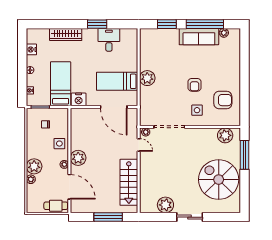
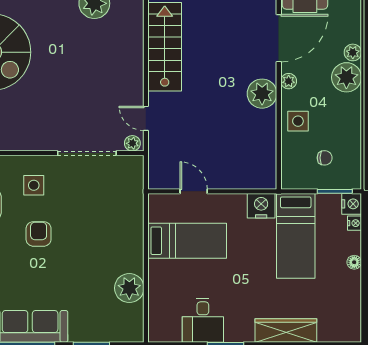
nightstand: (31, 49) -> (352, 204), moved
plant: (147, 78) -> (129, 288), moved
door: (114, 107) -> (194, 191), width x0.53
door: (69, 187) -> (279, 38), swing flipped

